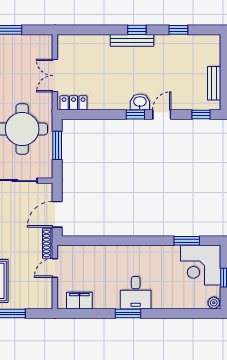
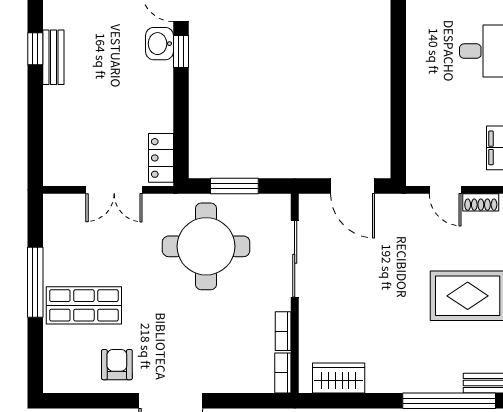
bench: (132, 40) -> (53, 57), width x0.73
shoe rack: (48, 244) -> (481, 202), moved, width x0.70

